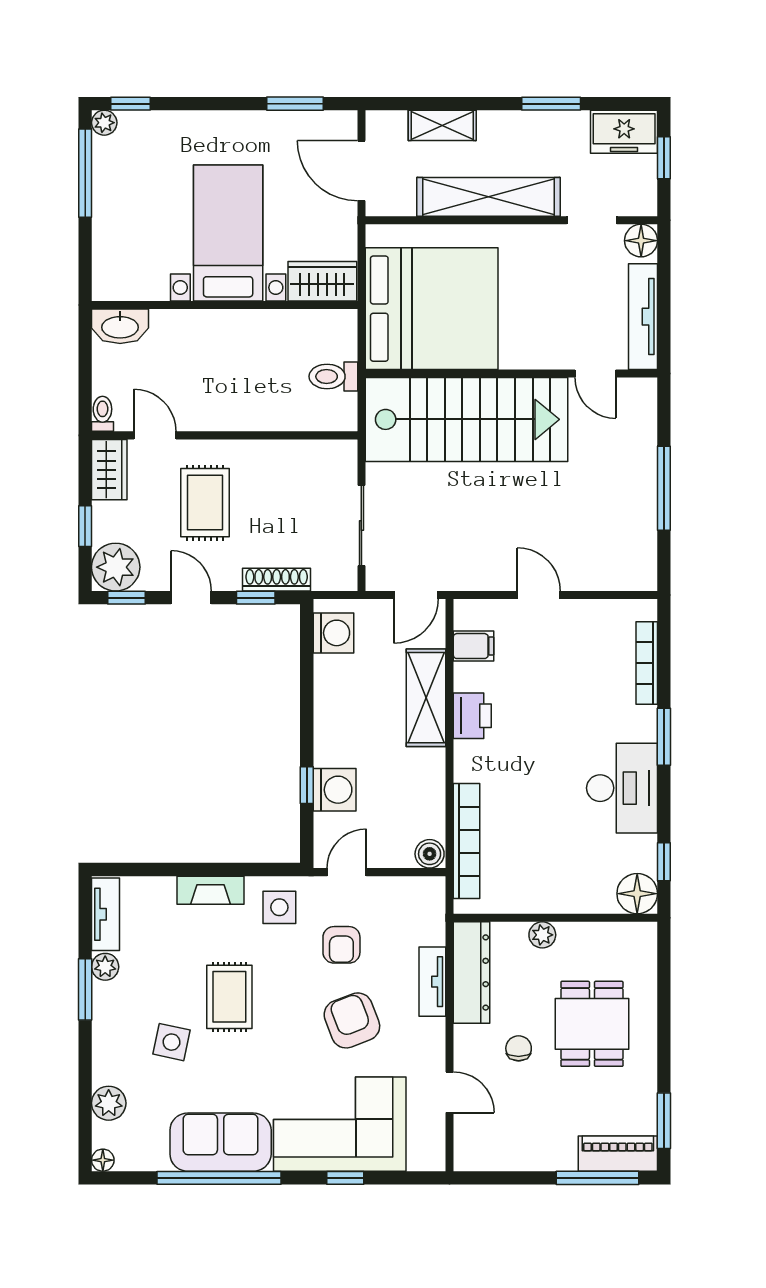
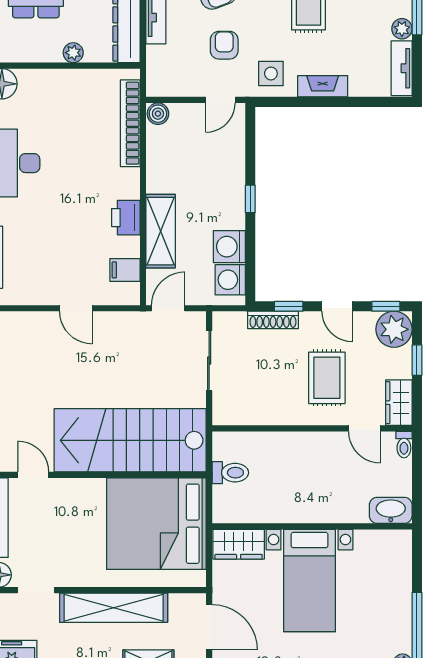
window: (307, 785) -> (250, 199), moved
washing machine: (335, 790) -> (229, 247), moved

